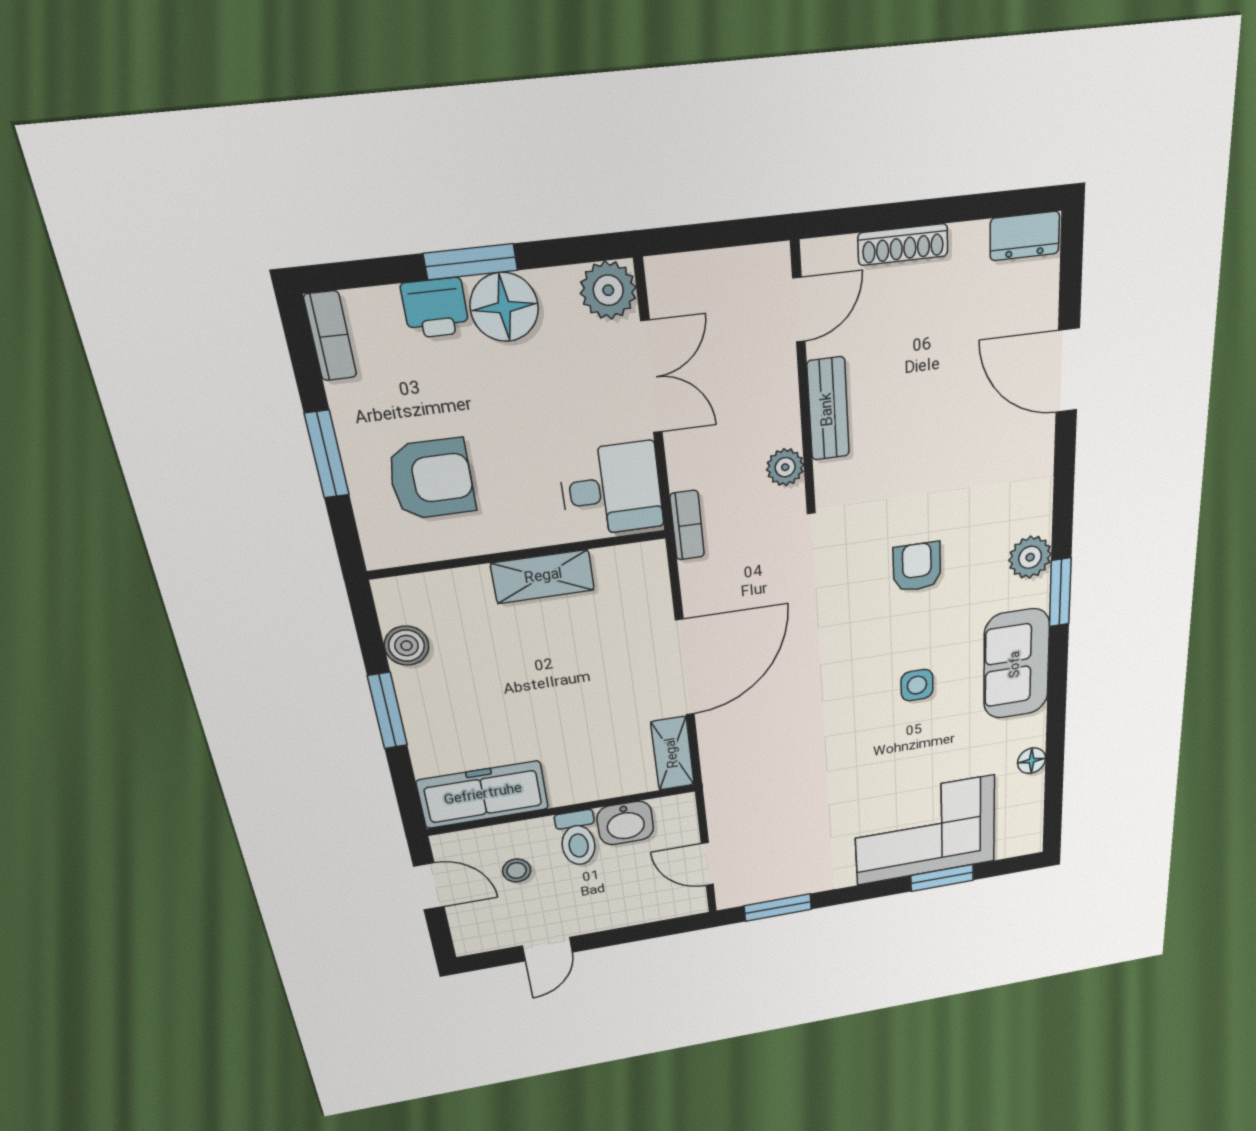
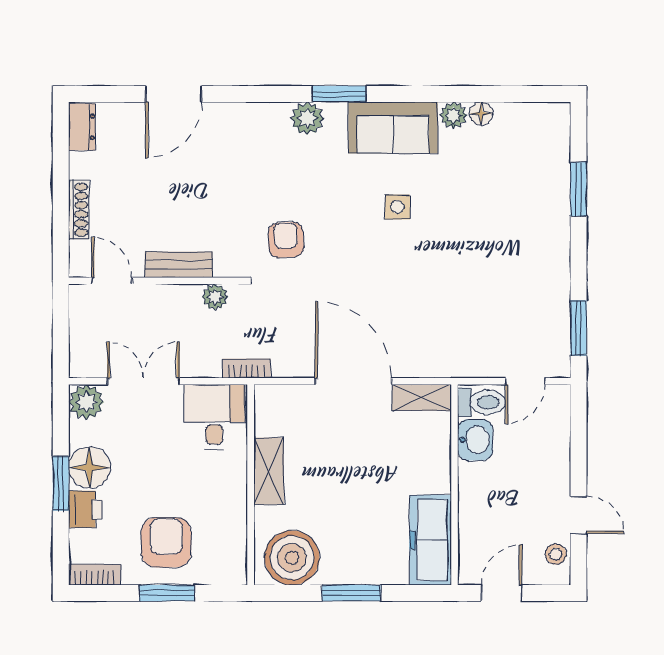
armchair: (431, 479) -> (166, 542), moved
armchair: (917, 567) -> (286, 240), moved, turned 87
boiler: (406, 646) -> (292, 558), width x1.86, depth x1.86
plant: (1030, 731) -> (453, 115), added
corner sofa: (925, 830) -> (529, 203), removed
toilet: (577, 838) -> (482, 402), moved
stool: (517, 870) -> (556, 554), moved

